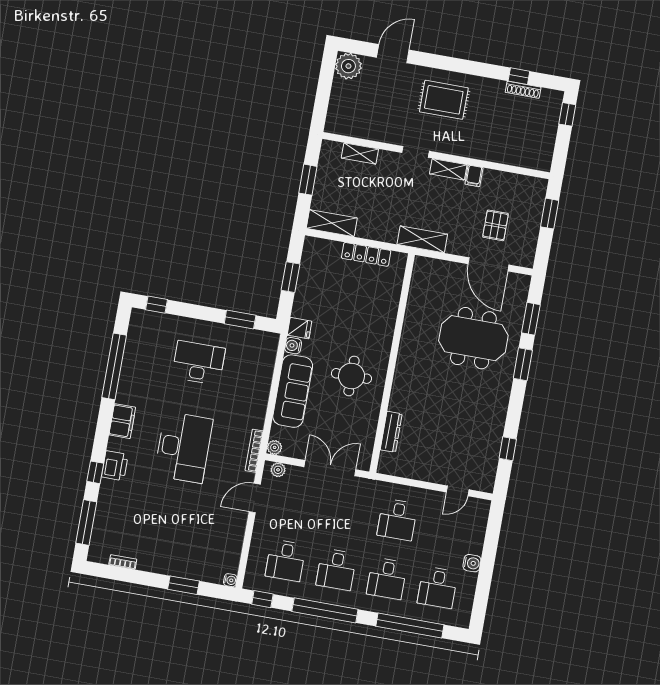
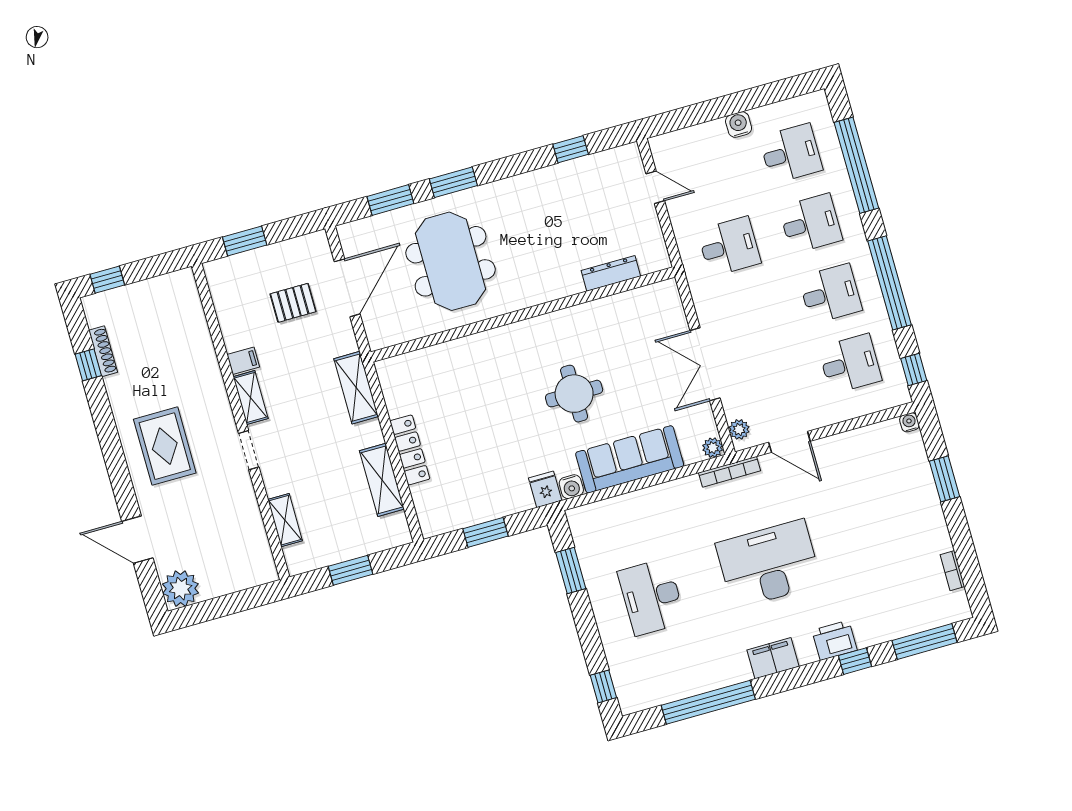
shelving: (332, 223) -> (382, 480), moved
wall: (392, 363) -> (523, 314), moved
dresser: (391, 432) -> (611, 273), moved

